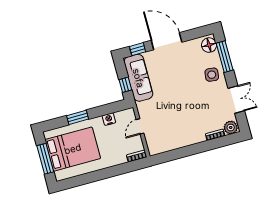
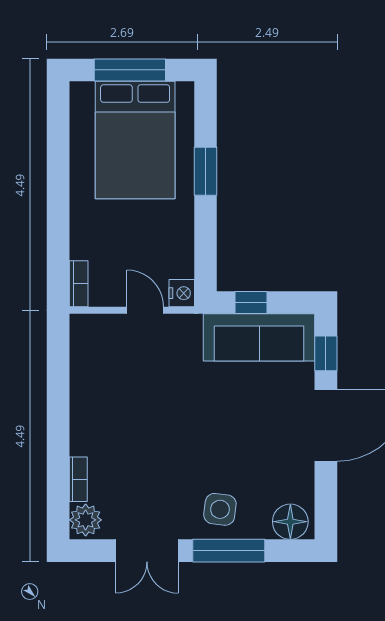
window: (225, 57) -> (229, 551), moved
nightstand: (109, 119) -> (182, 293), moved

